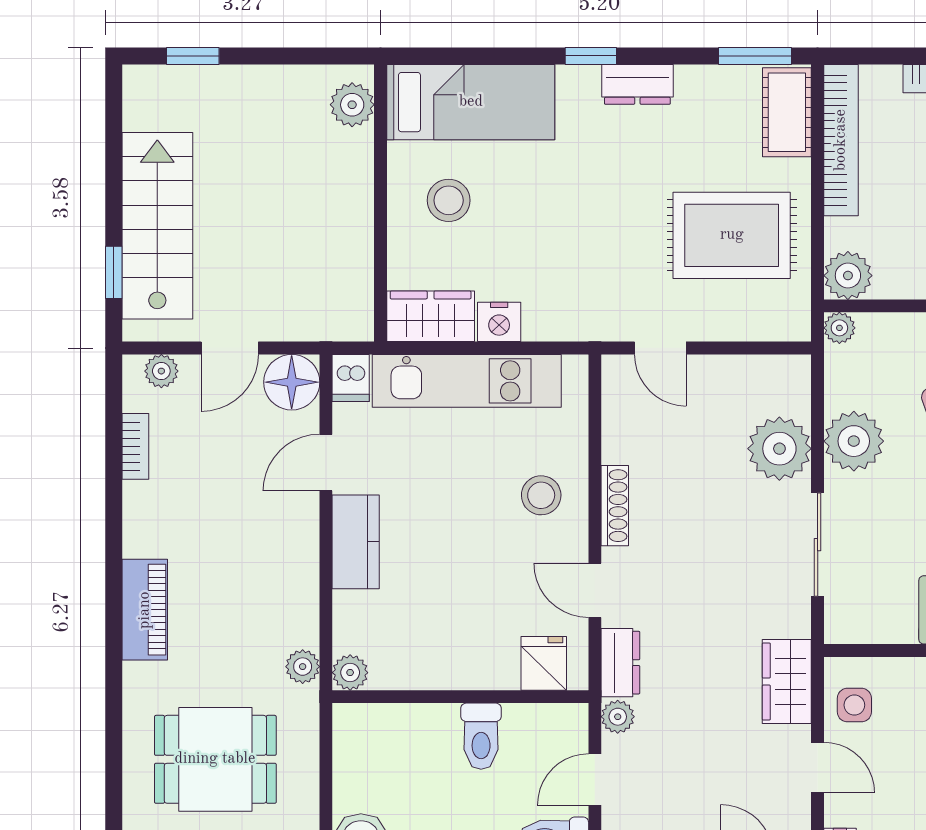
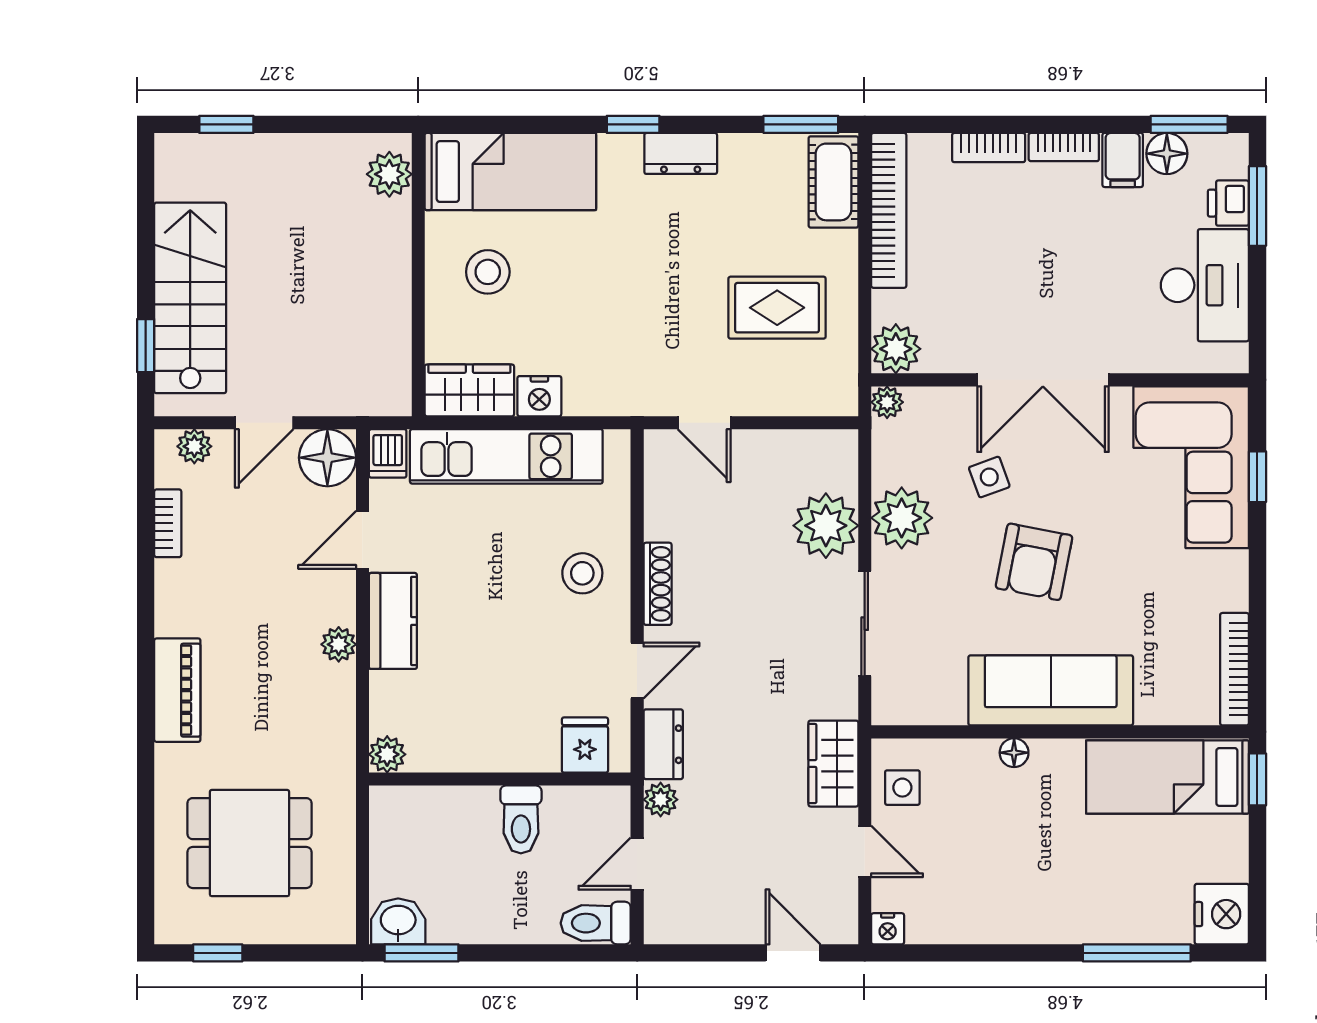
rug: (732, 235) -> (777, 308), width x0.73, depth x0.70
door: (595, 590) -> (637, 670), swing flipped
plant: (303, 667) -> (339, 644), moved

